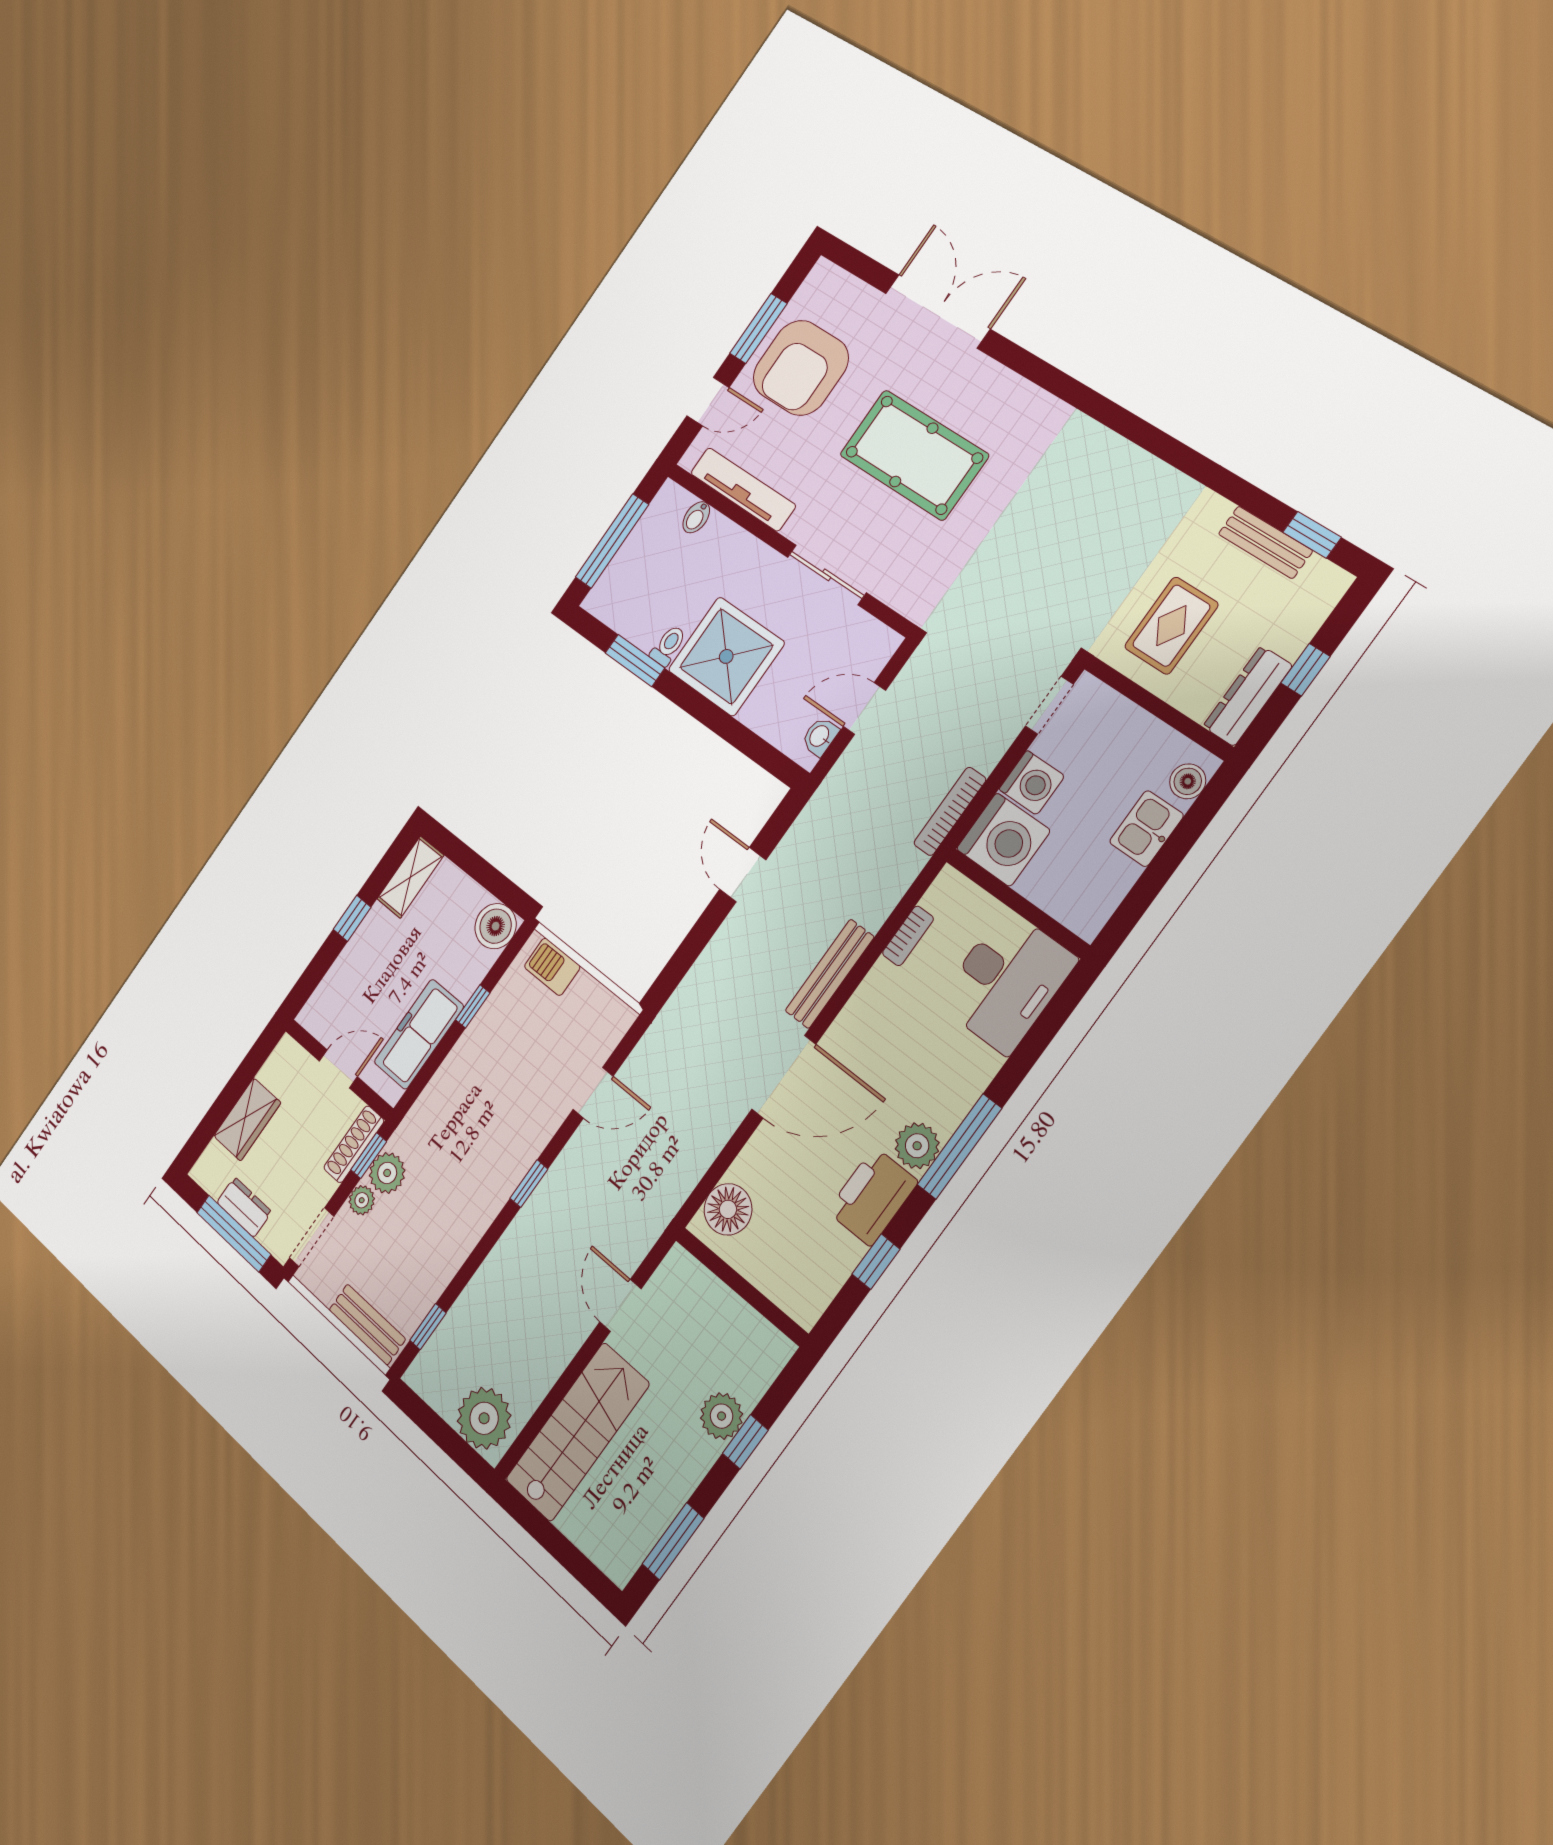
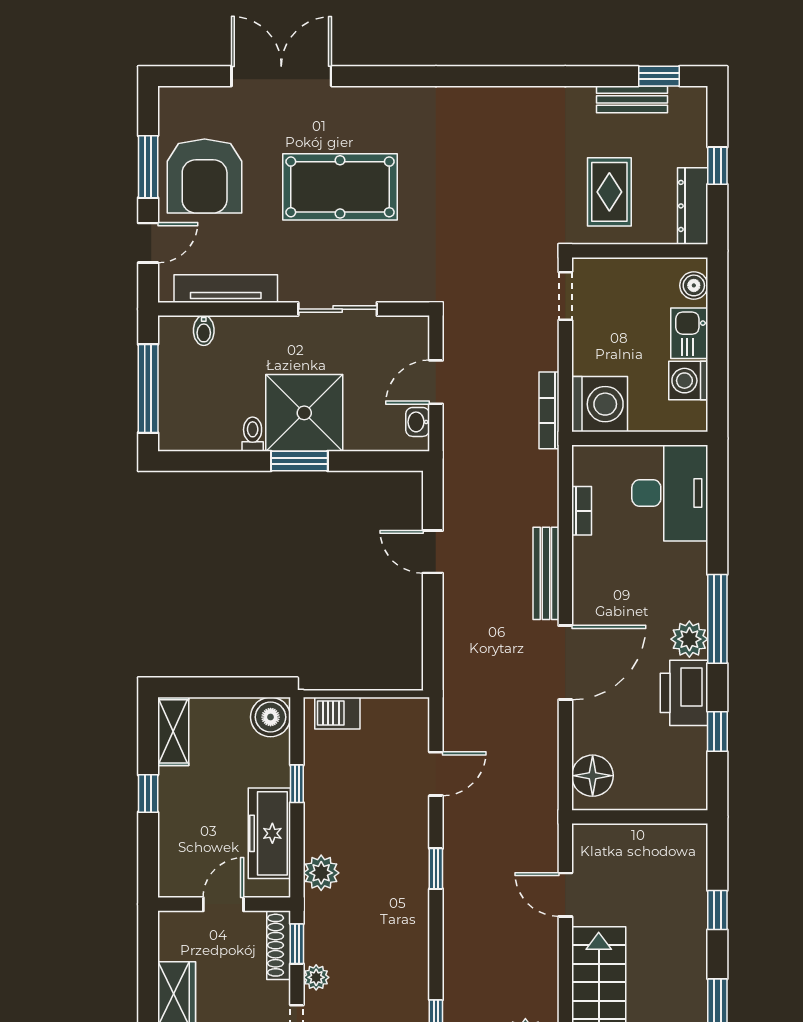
window: (635, 660) -> (299, 461), moved
washing machine: (1032, 783) -> (688, 381), moved, turned 180
plant: (387, 1173) -> (321, 873), moved
plant: (722, 1416) -> (689, 907), removed

